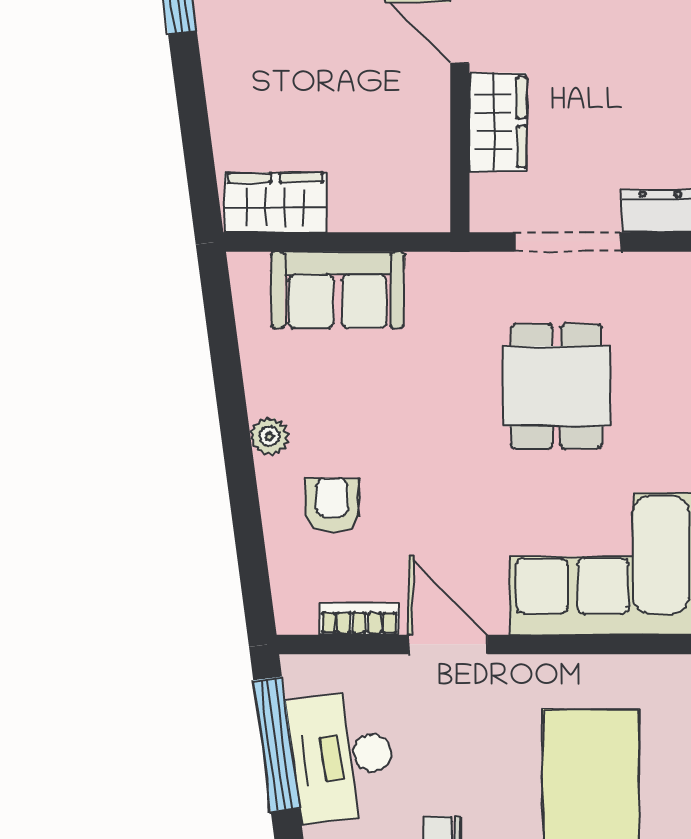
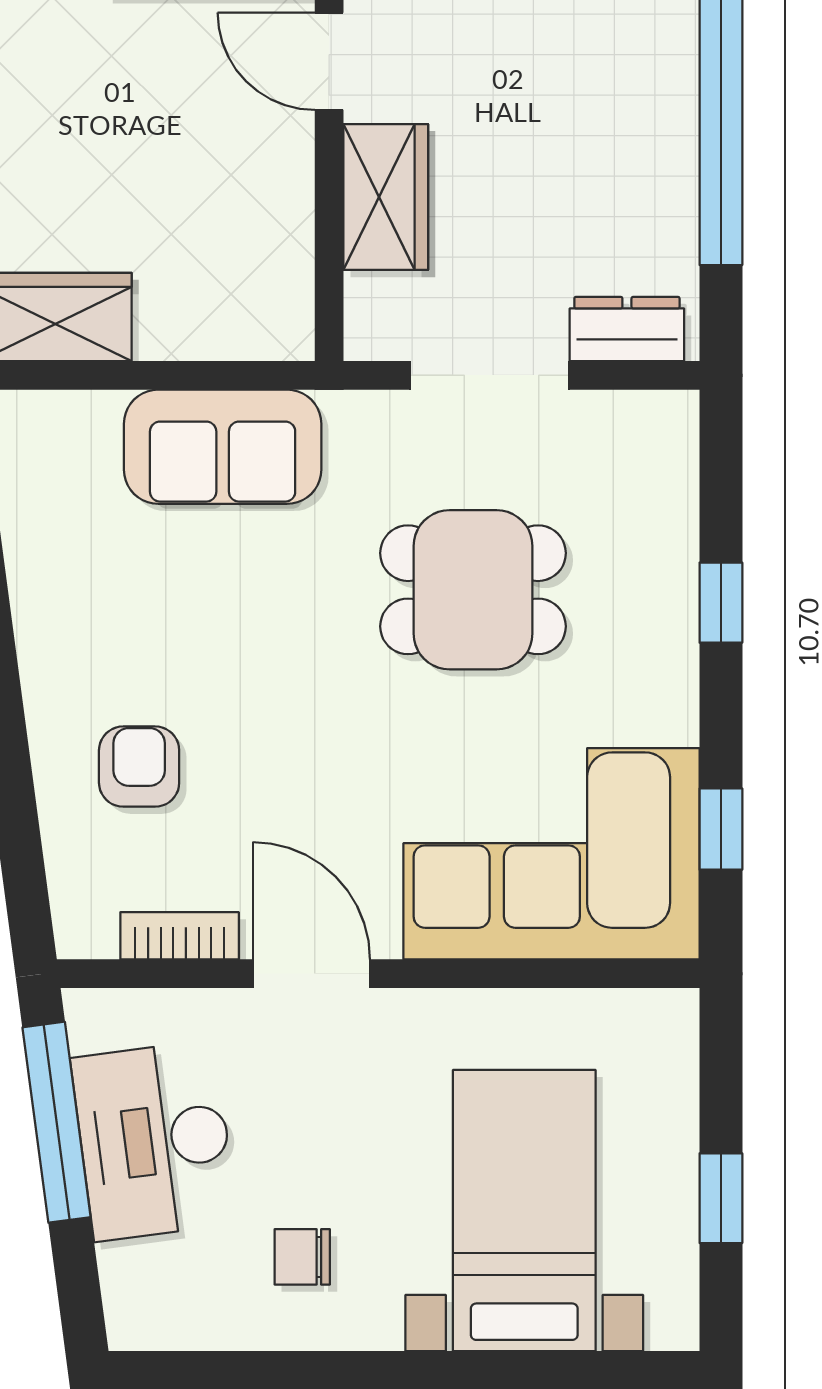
sofa: (338, 290) -> (223, 447), moved
dining table: (557, 386) -> (473, 590), turned 90
plant: (270, 436) -> (46, 664), removed

